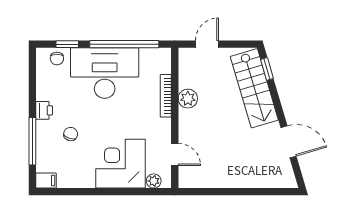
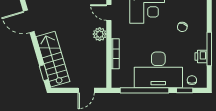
plant: (188, 99) -> (100, 34), moved
printer: (44, 110) -> (201, 57), moved
window: (32, 141) -> (209, 49), moved

